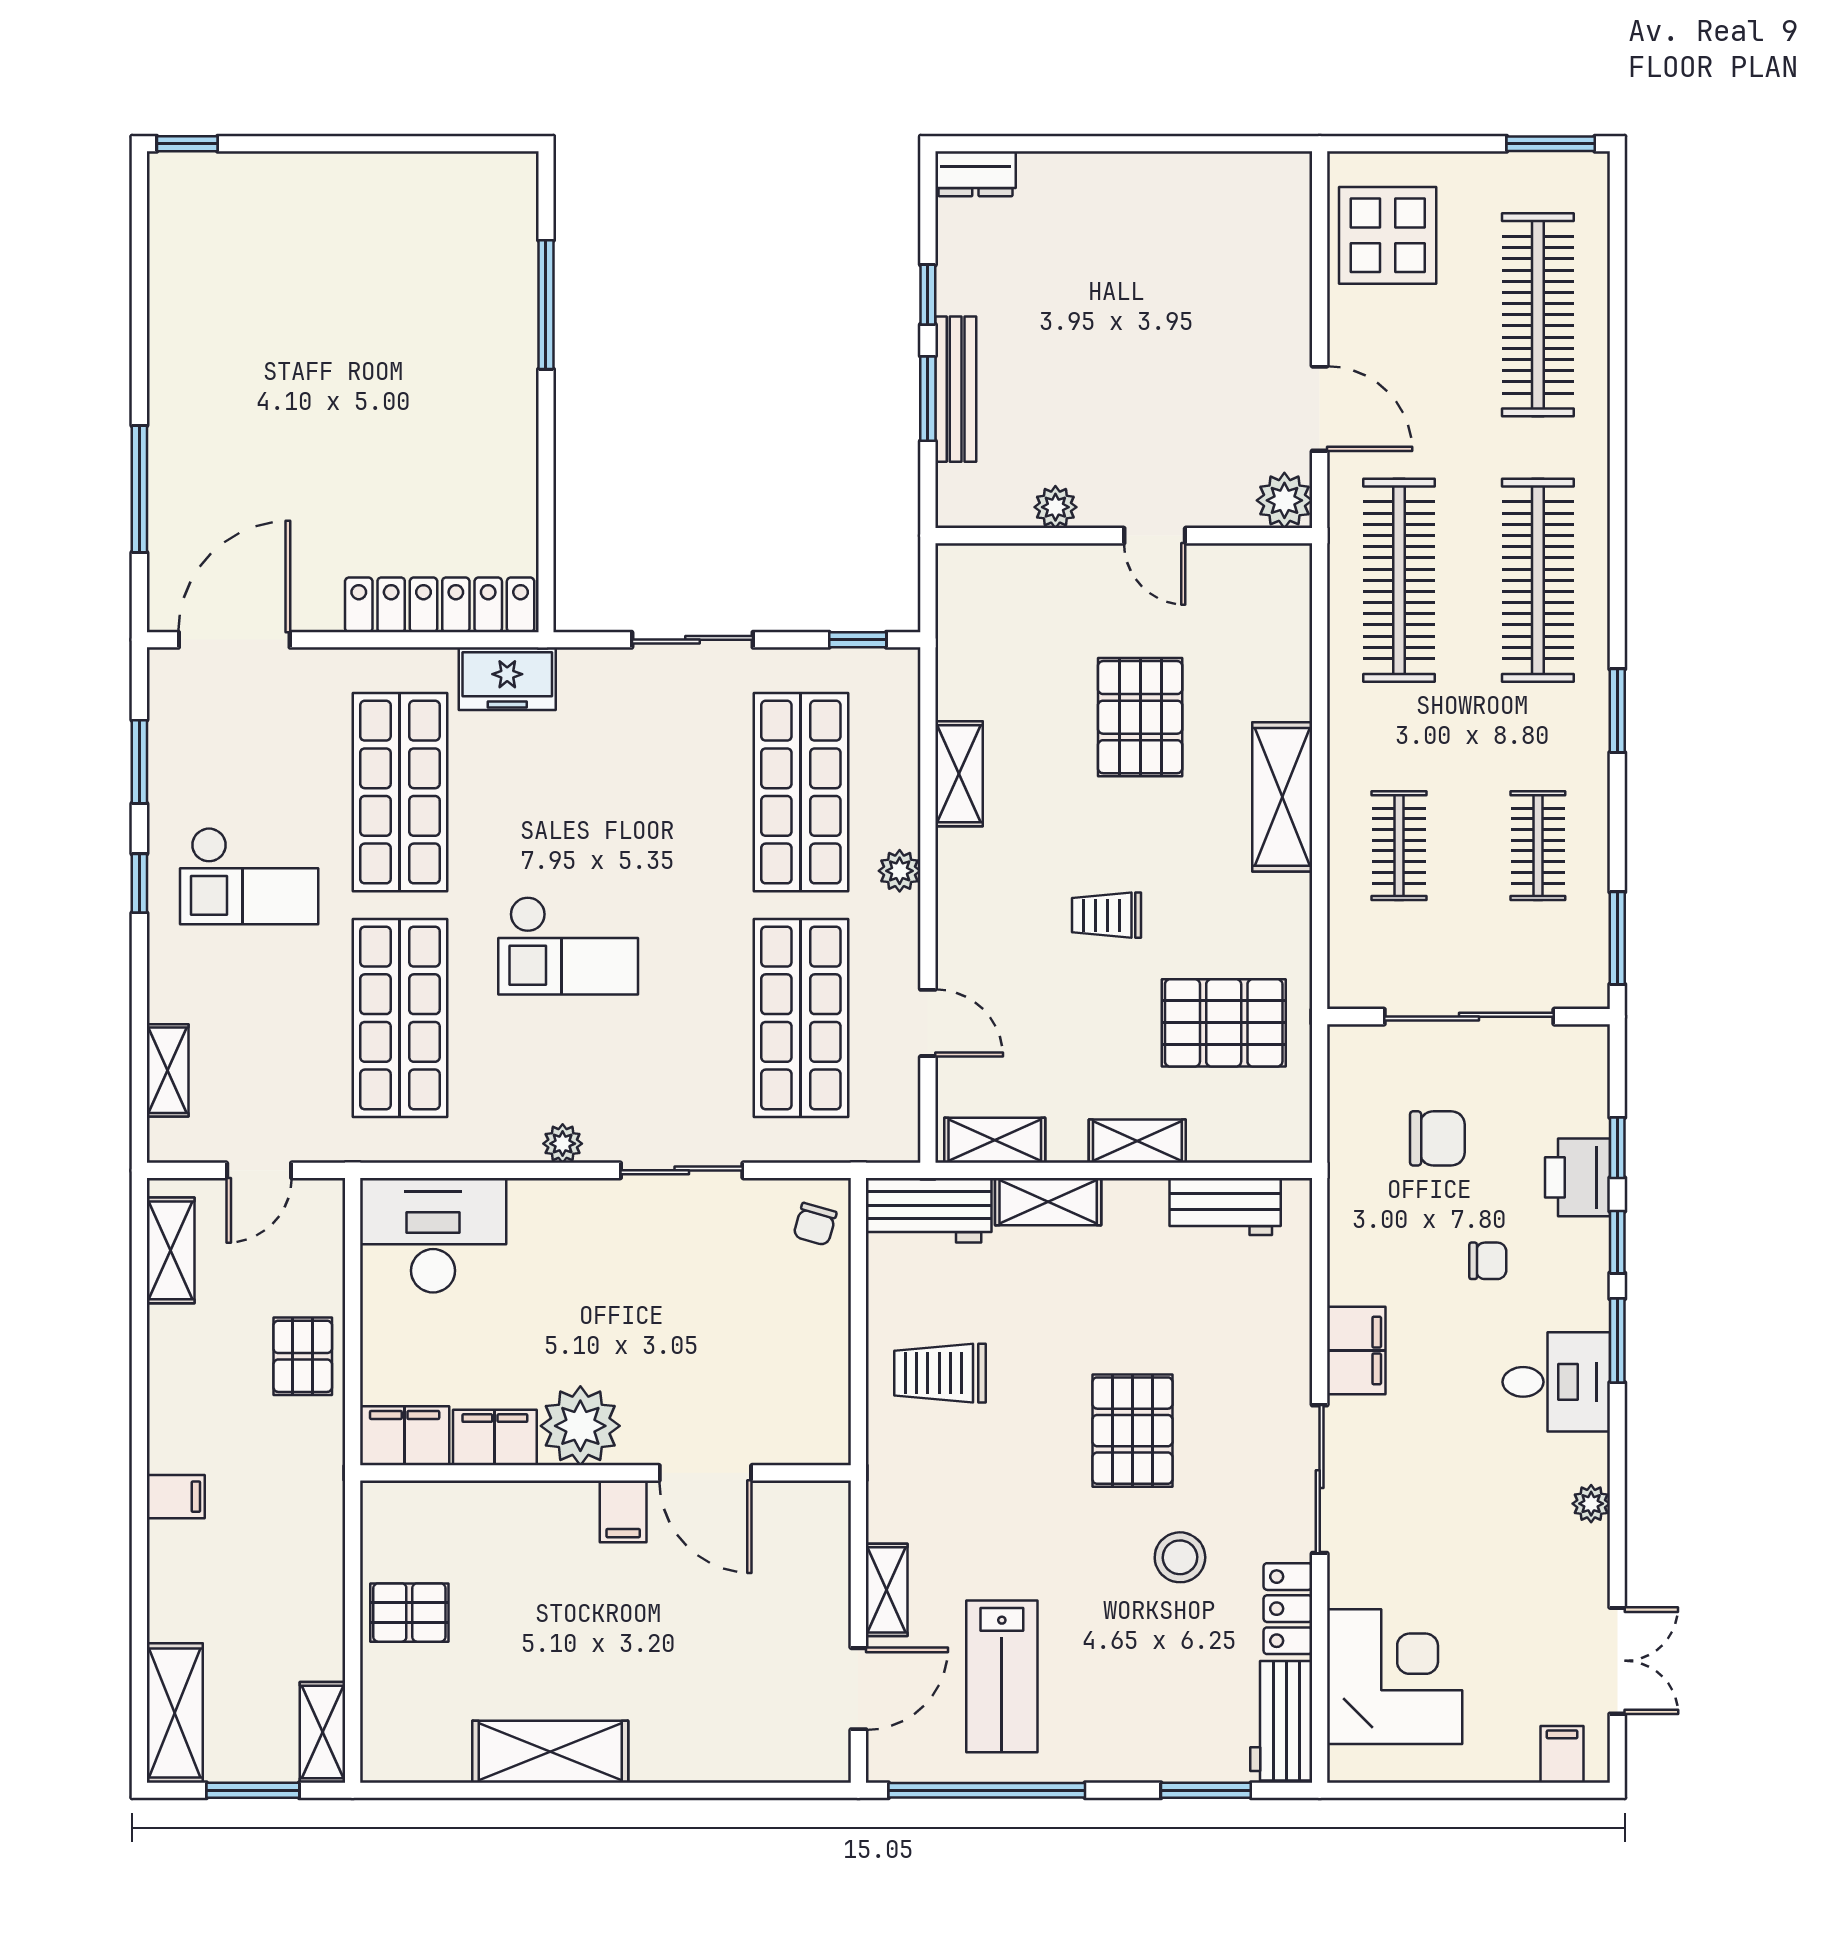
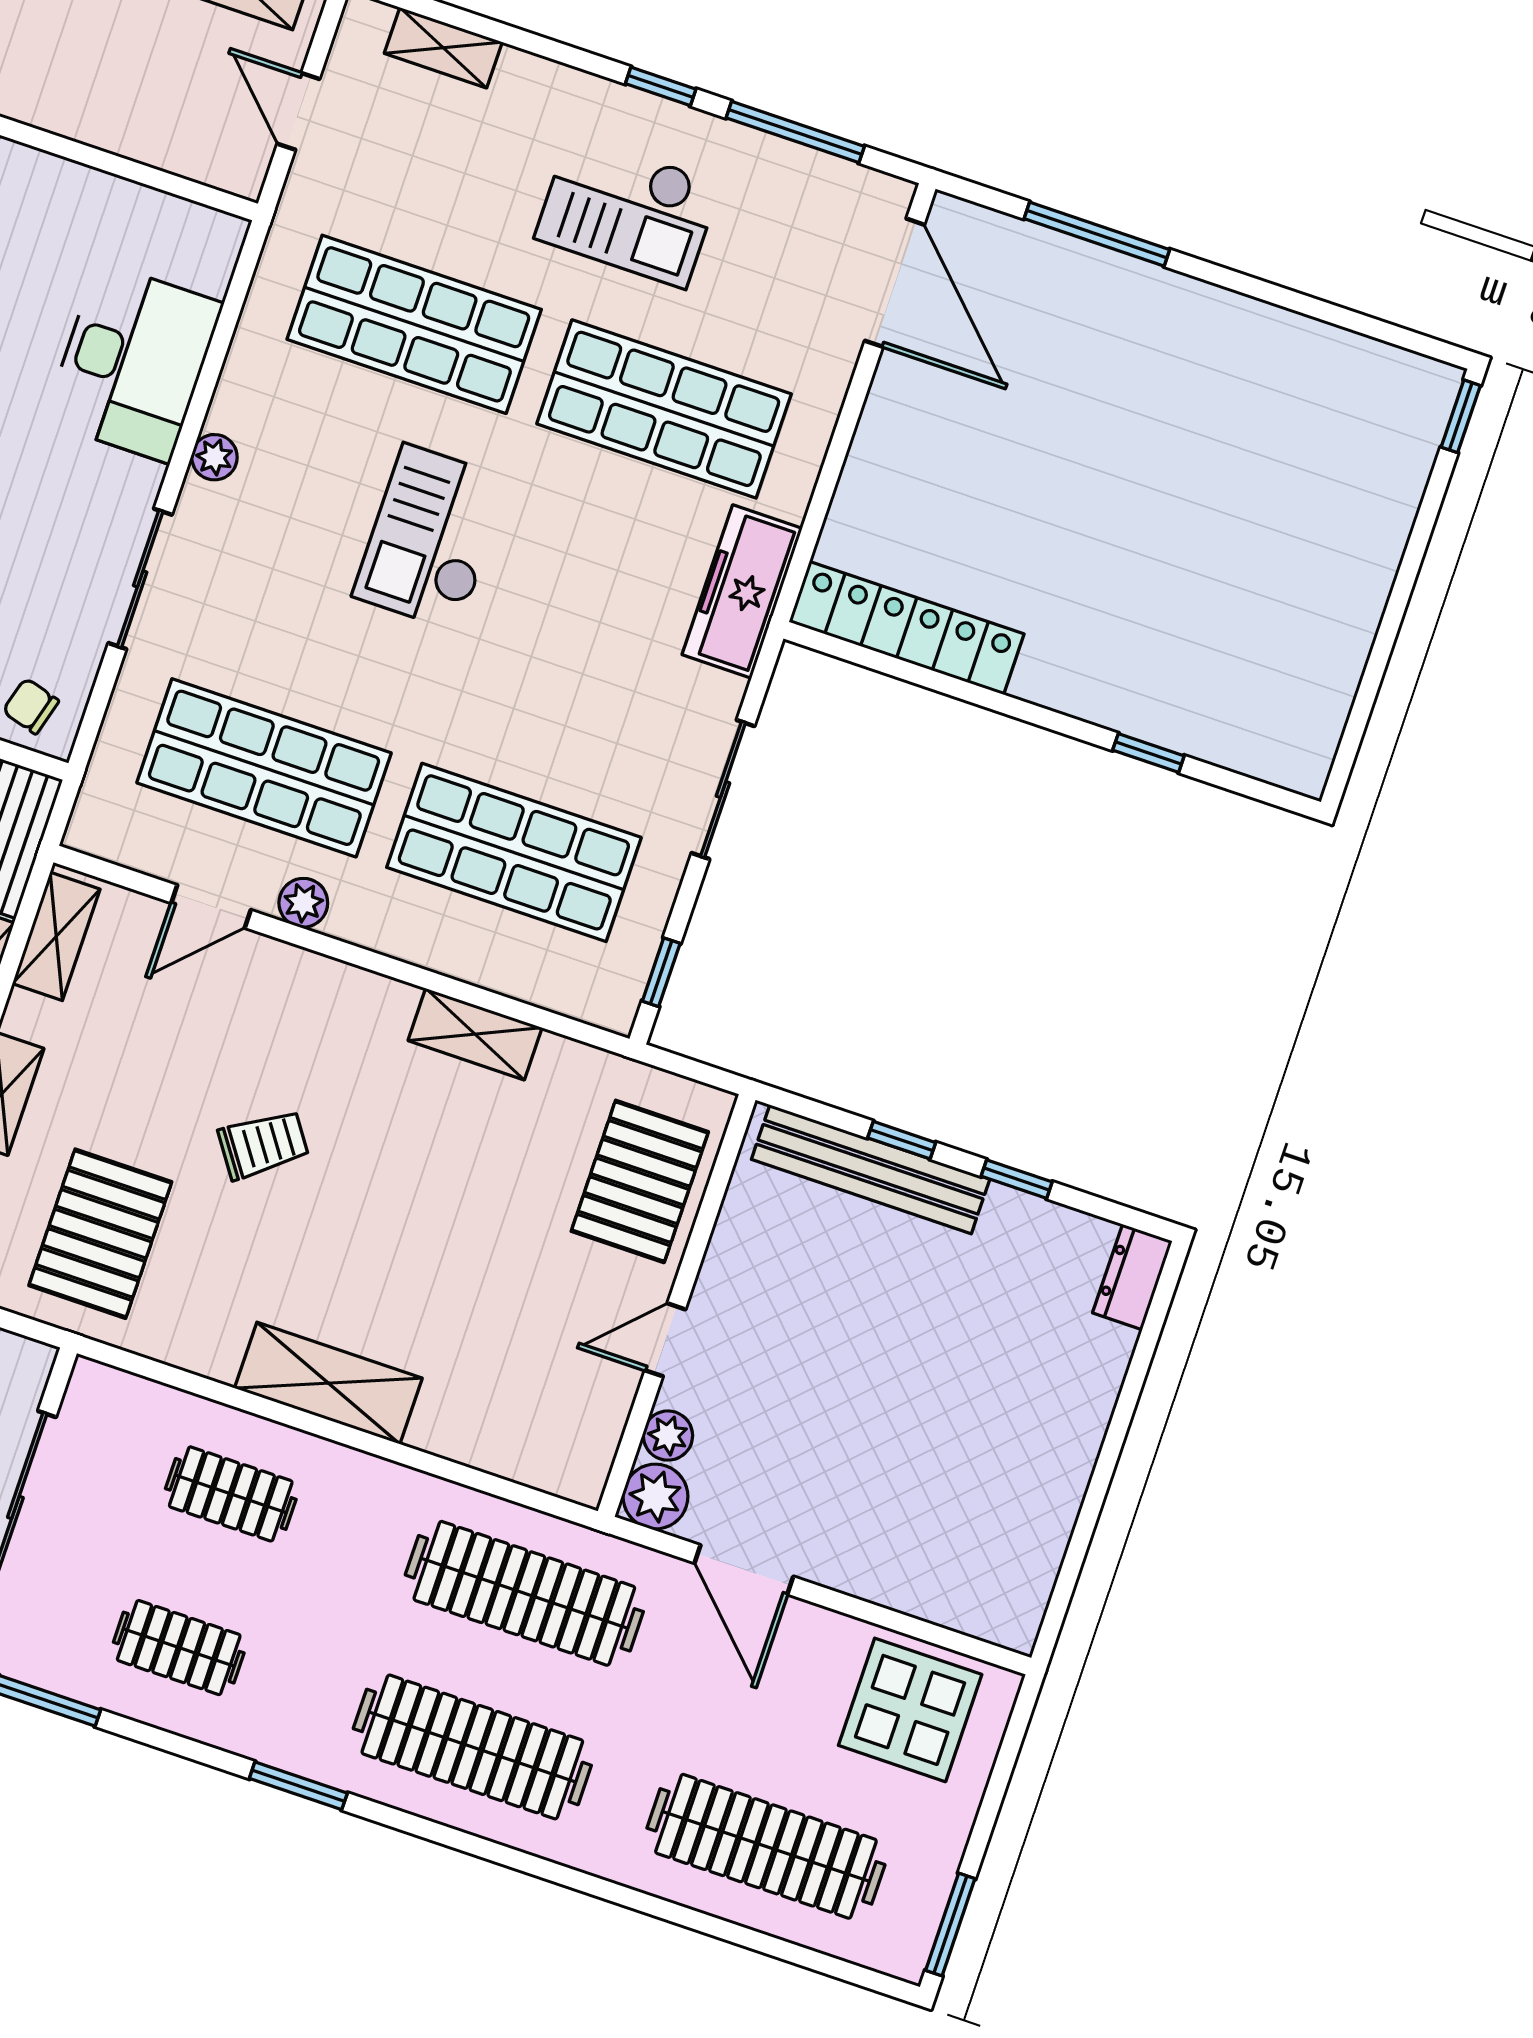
window: (546, 305) -> (1148, 753), width x0.46
bench: (956, 389) -> (871, 1169), width x1.37, depth x1.21
window: (928, 399) -> (902, 1140), width x0.67
door: (1320, 409) -> (744, 1570), hinge flipped
plant: (1055, 507) -> (668, 1436), moved
locker: (440, 605) -> (907, 628), moved, turned -90
freezer: (507, 679) -> (742, 591), width x1.40
pallet: (1140, 717) -> (640, 1181), moved, turned 90
window: (139, 762) -> (795, 132), width x1.44
plant: (900, 871) -> (303, 903), moved
checkout: (249, 876) -> (628, 211), turned -90
trolley: (1107, 915) -> (263, 1144), turned 55
desk: (433, 1235) -> (134, 362), moved
pallet: (303, 1356) -> (76, 90), removed

